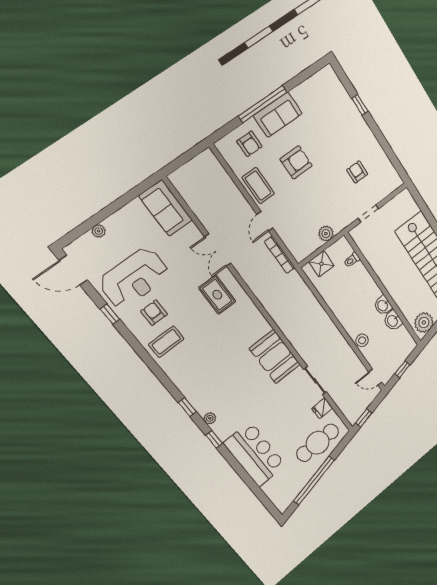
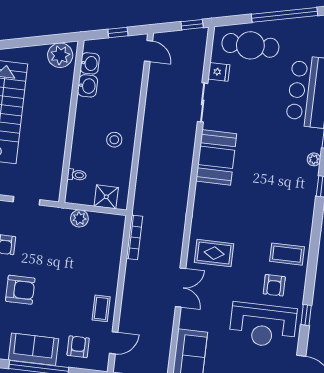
armchair: (296, 162) -> (20, 290), moved, turned 180
coffee table: (258, 186) -> (101, 308), width x0.73, depth x0.77
door: (265, 221) -> (114, 343), moved
reception desk: (134, 278) -> (263, 325), turned 180
rug: (217, 295) -> (214, 253), turned 90
washbasin: (383, 306) -> (90, 63), moved
stool: (362, 340) -> (114, 140), moved

